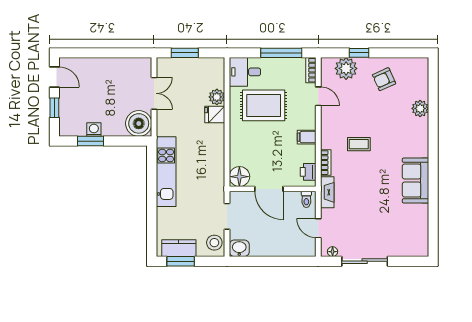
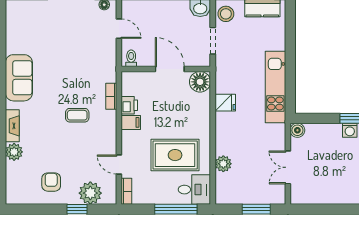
window: (281, 53) -> (176, 209), moved
armchair: (384, 79) -> (51, 182), turned -66
fridge: (215, 114) -> (225, 103), moved
boiler: (139, 123) -> (297, 130), width x0.54, depth x0.54
printer: (308, 172) -> (129, 105), moved
fireplace: (327, 192) -> (12, 126), moved, turned 180

